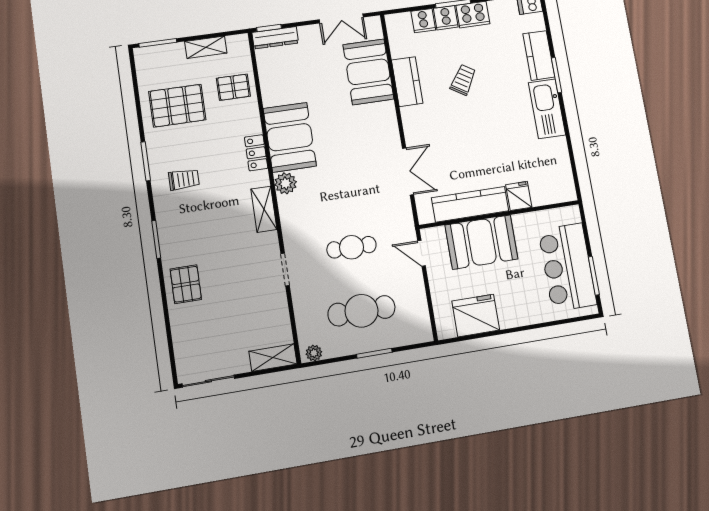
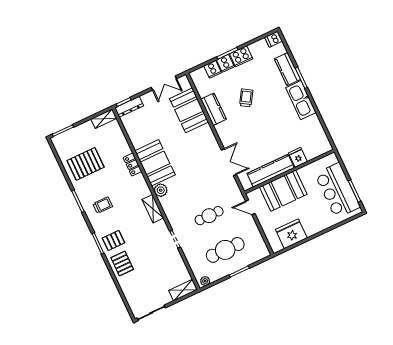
shelving: (206, 47) -> (104, 119), moved
pallet: (233, 87) -> (113, 240), moved
locker: (256, 153) -> (132, 165), moved

